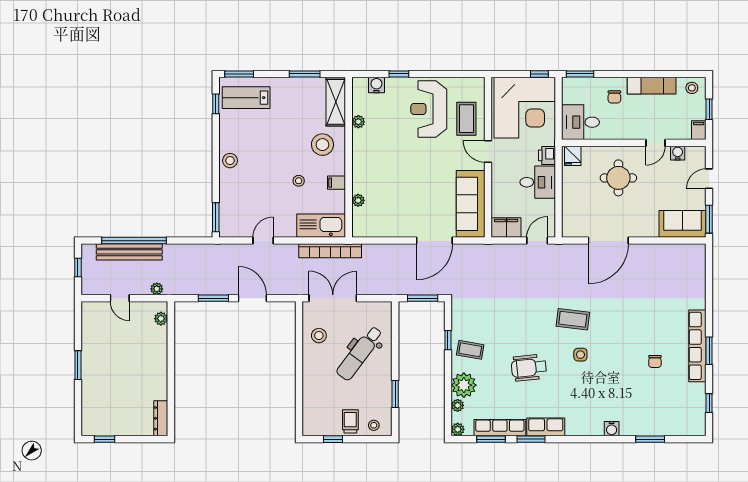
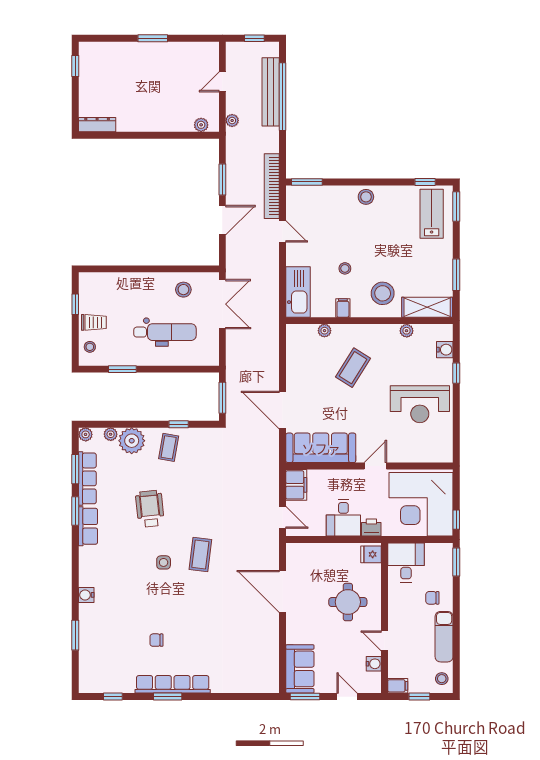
reception desk: (429, 109) -> (420, 404), turned 180
coffee table: (466, 119) -> (353, 368), moved, turned -58
bookcase: (330, 251) -> (272, 186), moved
dental chair: (360, 353) -> (165, 332), turned 143

